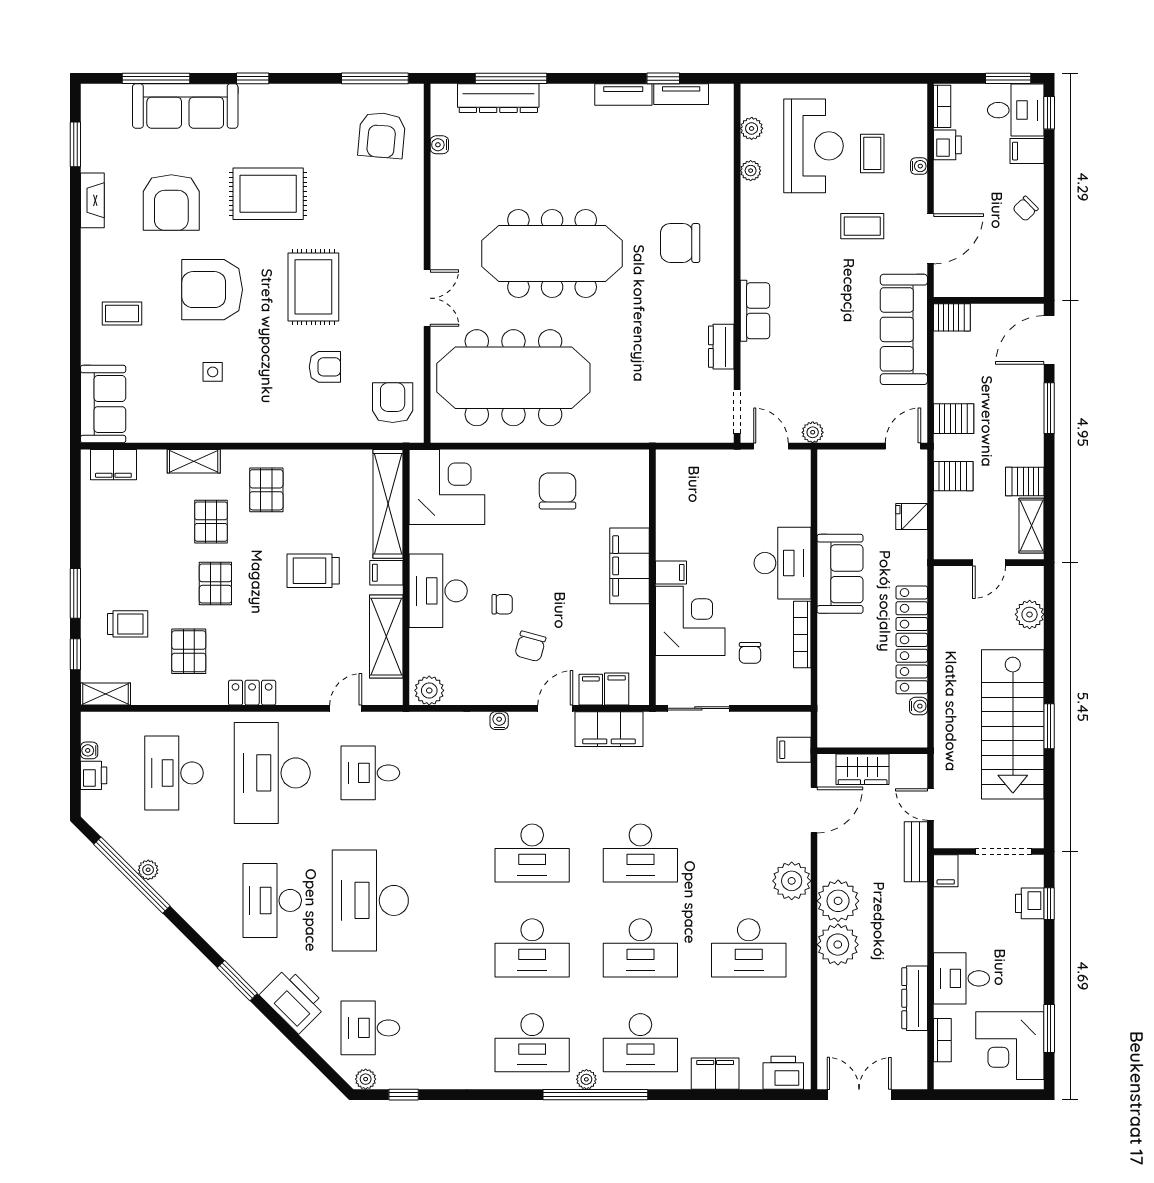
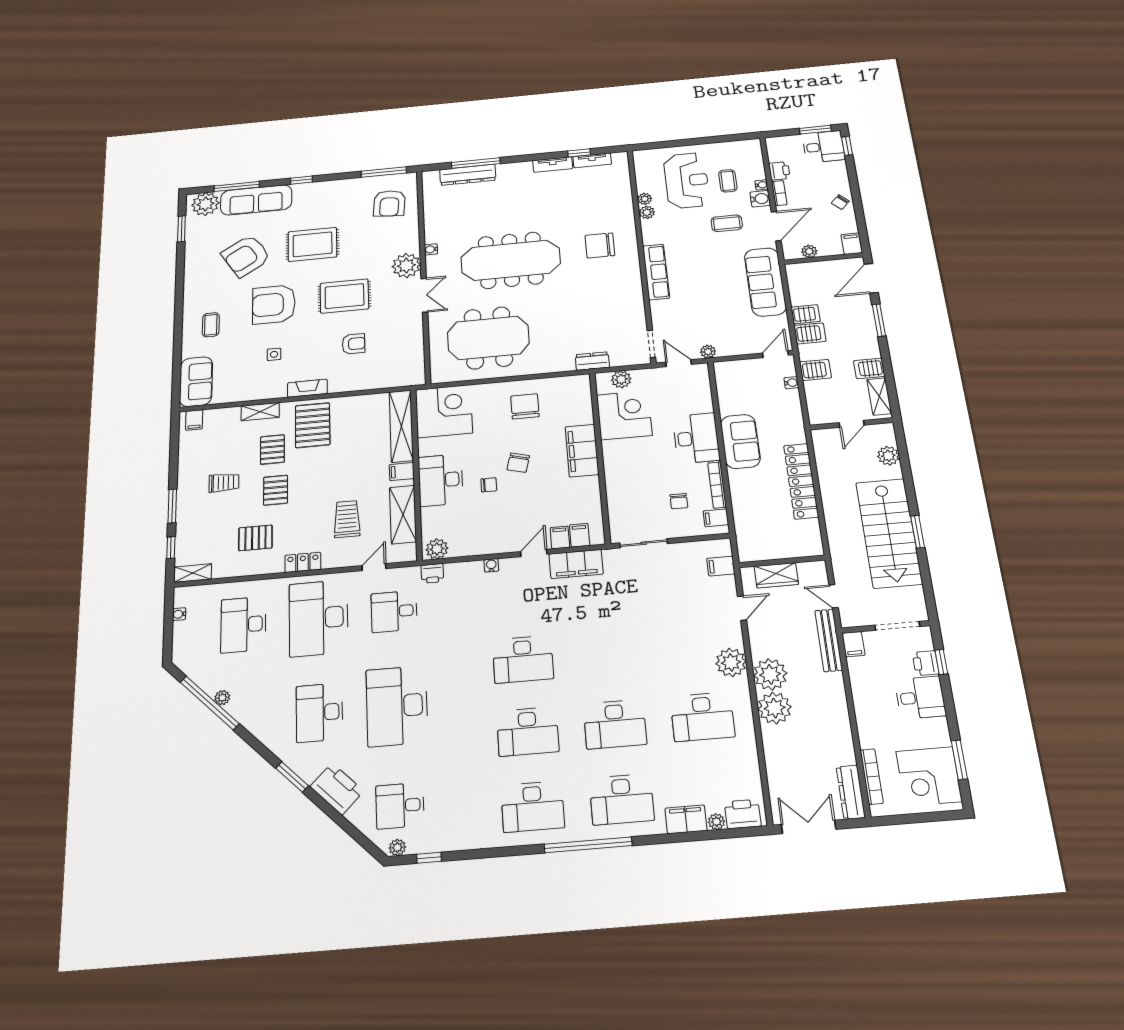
plant: (110, 104) -> (205, 204), added
bookcase: (942, 106) -> (779, 193), moved
plant: (752, 128) -> (647, 212), moved
water cooler: (439, 145) -> (431, 249), moved
filing cabinet: (1027, 151) -> (852, 244), moved, turned 90
water cooler: (914, 190) -> (760, 199), added
fireplace: (92, 200) -> (307, 388), moved, turned -90
armchair: (171, 202) -> (246, 256), turned 58
plant: (403, 246) -> (406, 266), added
plant: (971, 286) -> (809, 251), added
rug: (313, 287) -> (344, 296), turned 90
row of seats: (755, 311) -> (656, 272), width x1.48
coffee table: (122, 313) -> (211, 325), turned 90
server rack: (952, 317) -> (806, 314), moved
dresser: (721, 347) -> (592, 361), moved, turned 90
meeting table: (513, 378) -> (488, 338), width x0.73
armchair: (393, 403) -> (402, 361), removed
plant: (691, 463) -> (621, 379), added
filing cabinet: (113, 465) -> (194, 420), width x0.50
pallet: (266, 490) -> (313, 425), width x1.50, depth x1.42
fridge: (912, 516) -> (789, 399), removed
trolley: (313, 571) -> (347, 519), moved, turned 90
filing cabinet: (671, 573) -> (716, 518), moved, turned 180
corner desk: (690, 621) -> (624, 415), moved
trolley: (128, 624) -> (224, 483), moved
chair: (530, 646) -> (518, 463), moved
pallet: (189, 651) -> (255, 538), turned 90
water cooler: (918, 706) -> (791, 383), moved
printer: (94, 775) -> (432, 573), moved, turned 90
door: (814, 810) -> (742, 608), width x0.73
bench: (916, 852) -> (829, 640), width x1.36
desk: (640, 853) -> (608, 652), removed
desk: (962, 978) -> (920, 698), moved, turned 180
dresser: (915, 998) -> (851, 792), moved
bookcase: (942, 1040) -> (872, 777), width x1.56
plant: (586, 1079) -> (716, 822), moved

